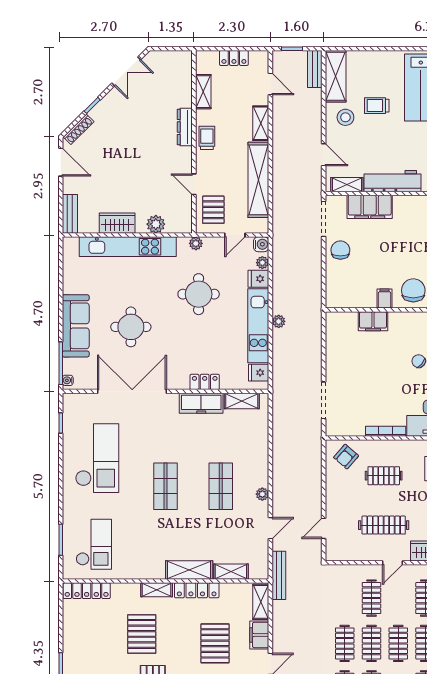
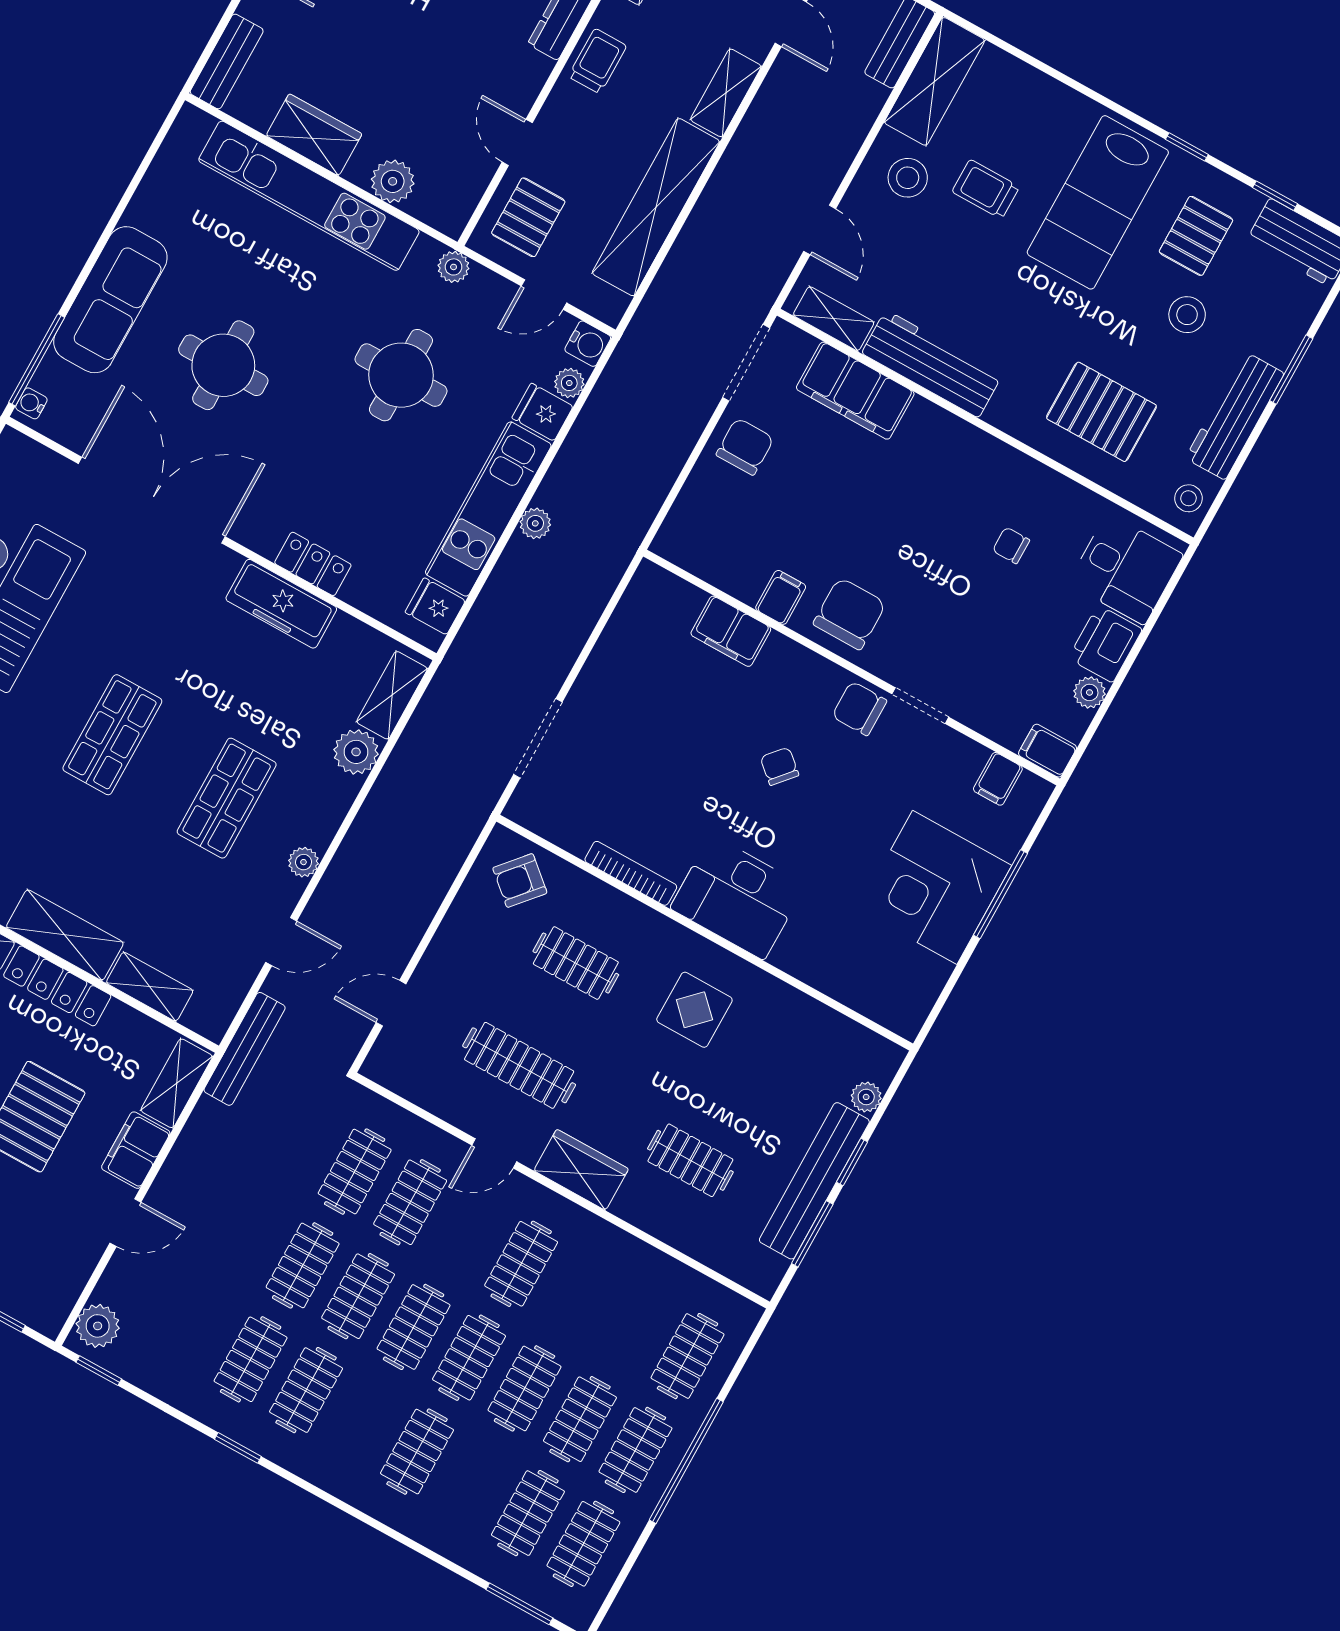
shelving: (242, 401) -> (392, 695), moved, turned 90
plant: (259, 443) -> (356, 752), added
clothes rail: (345, 598) -> (355, 1172), added

